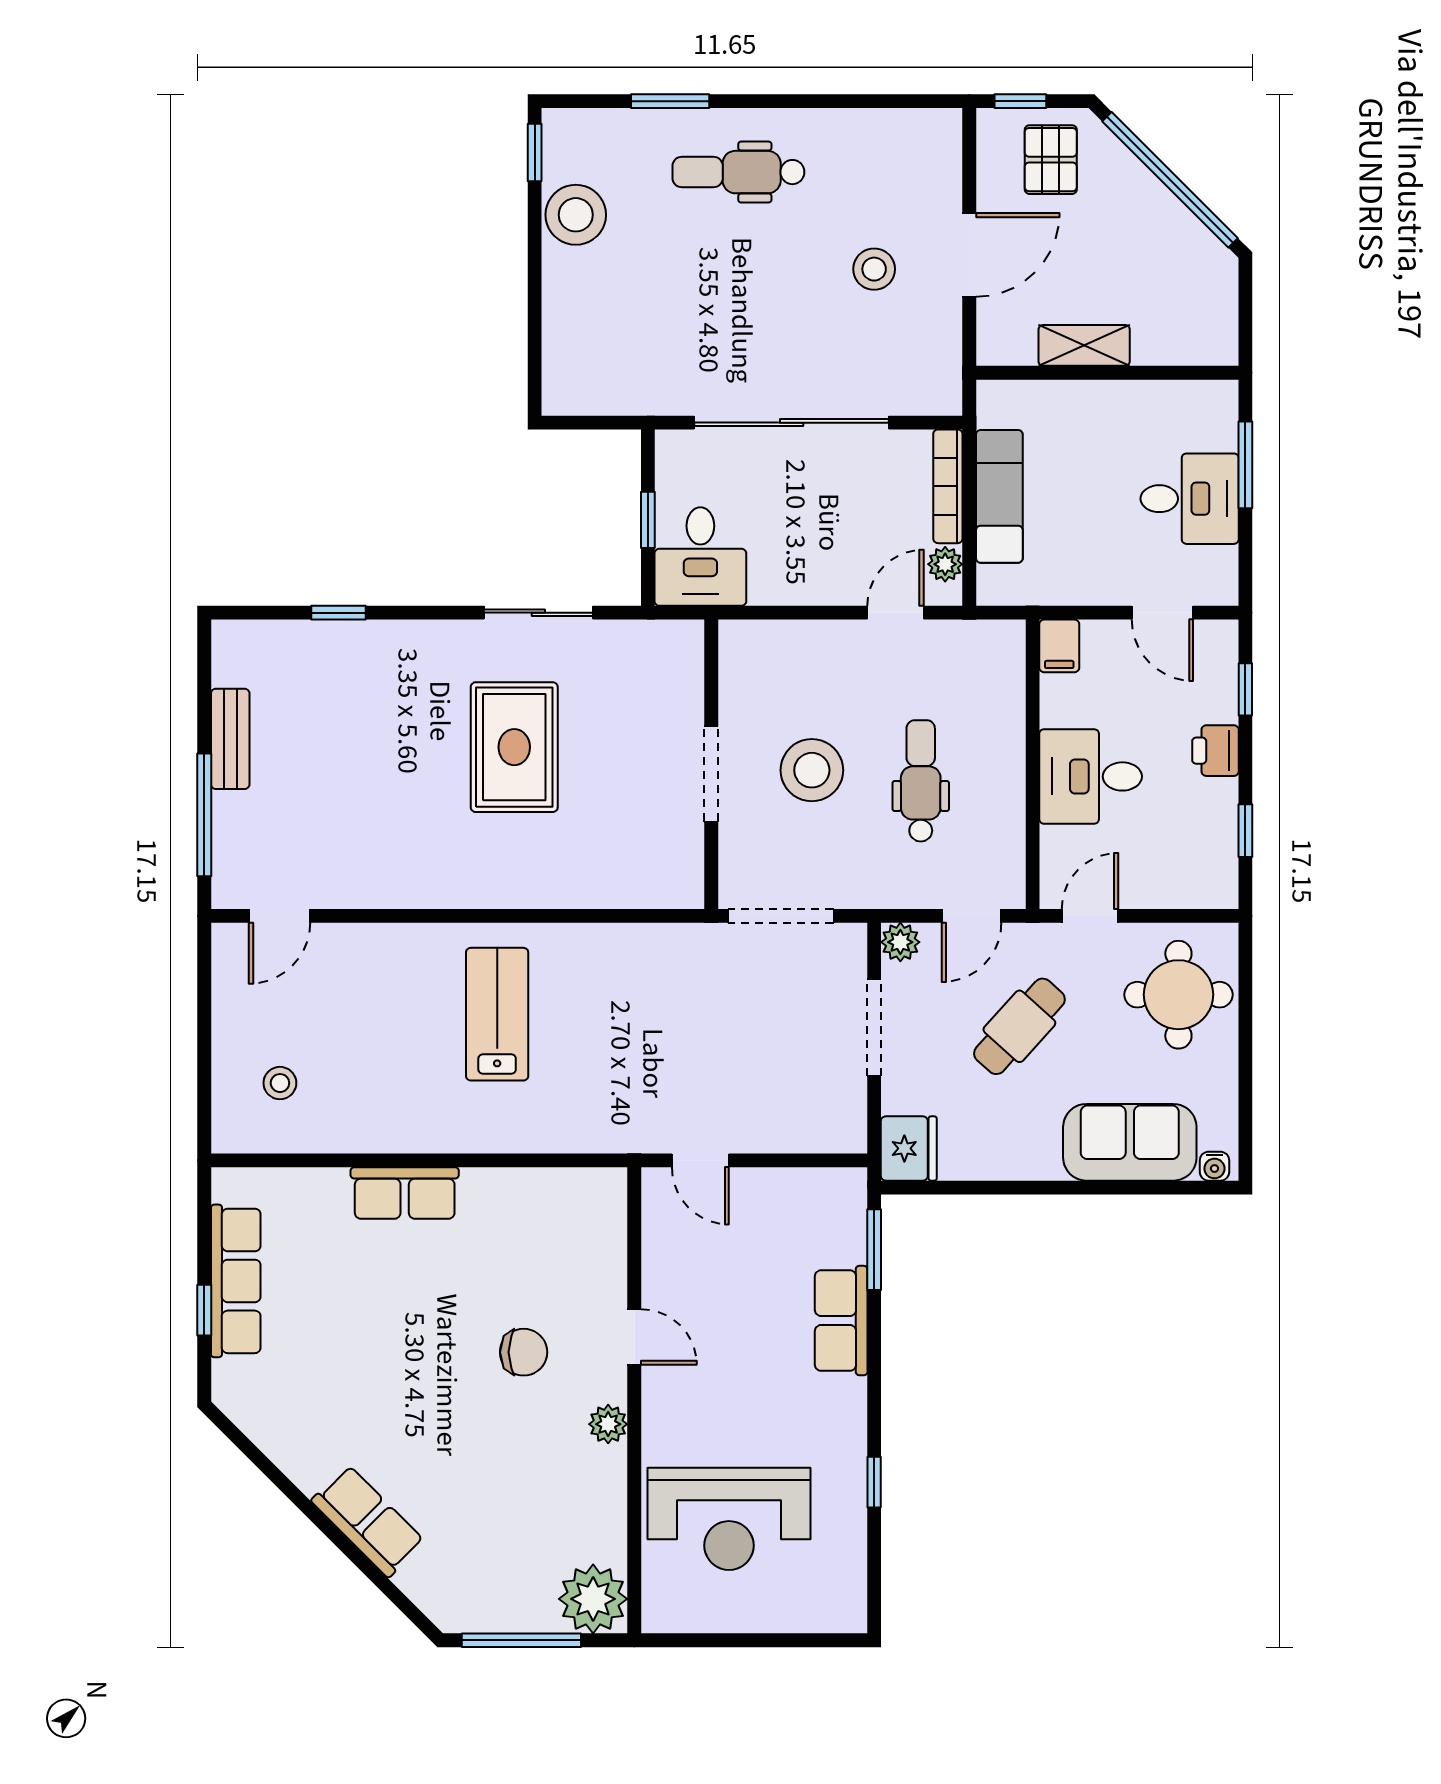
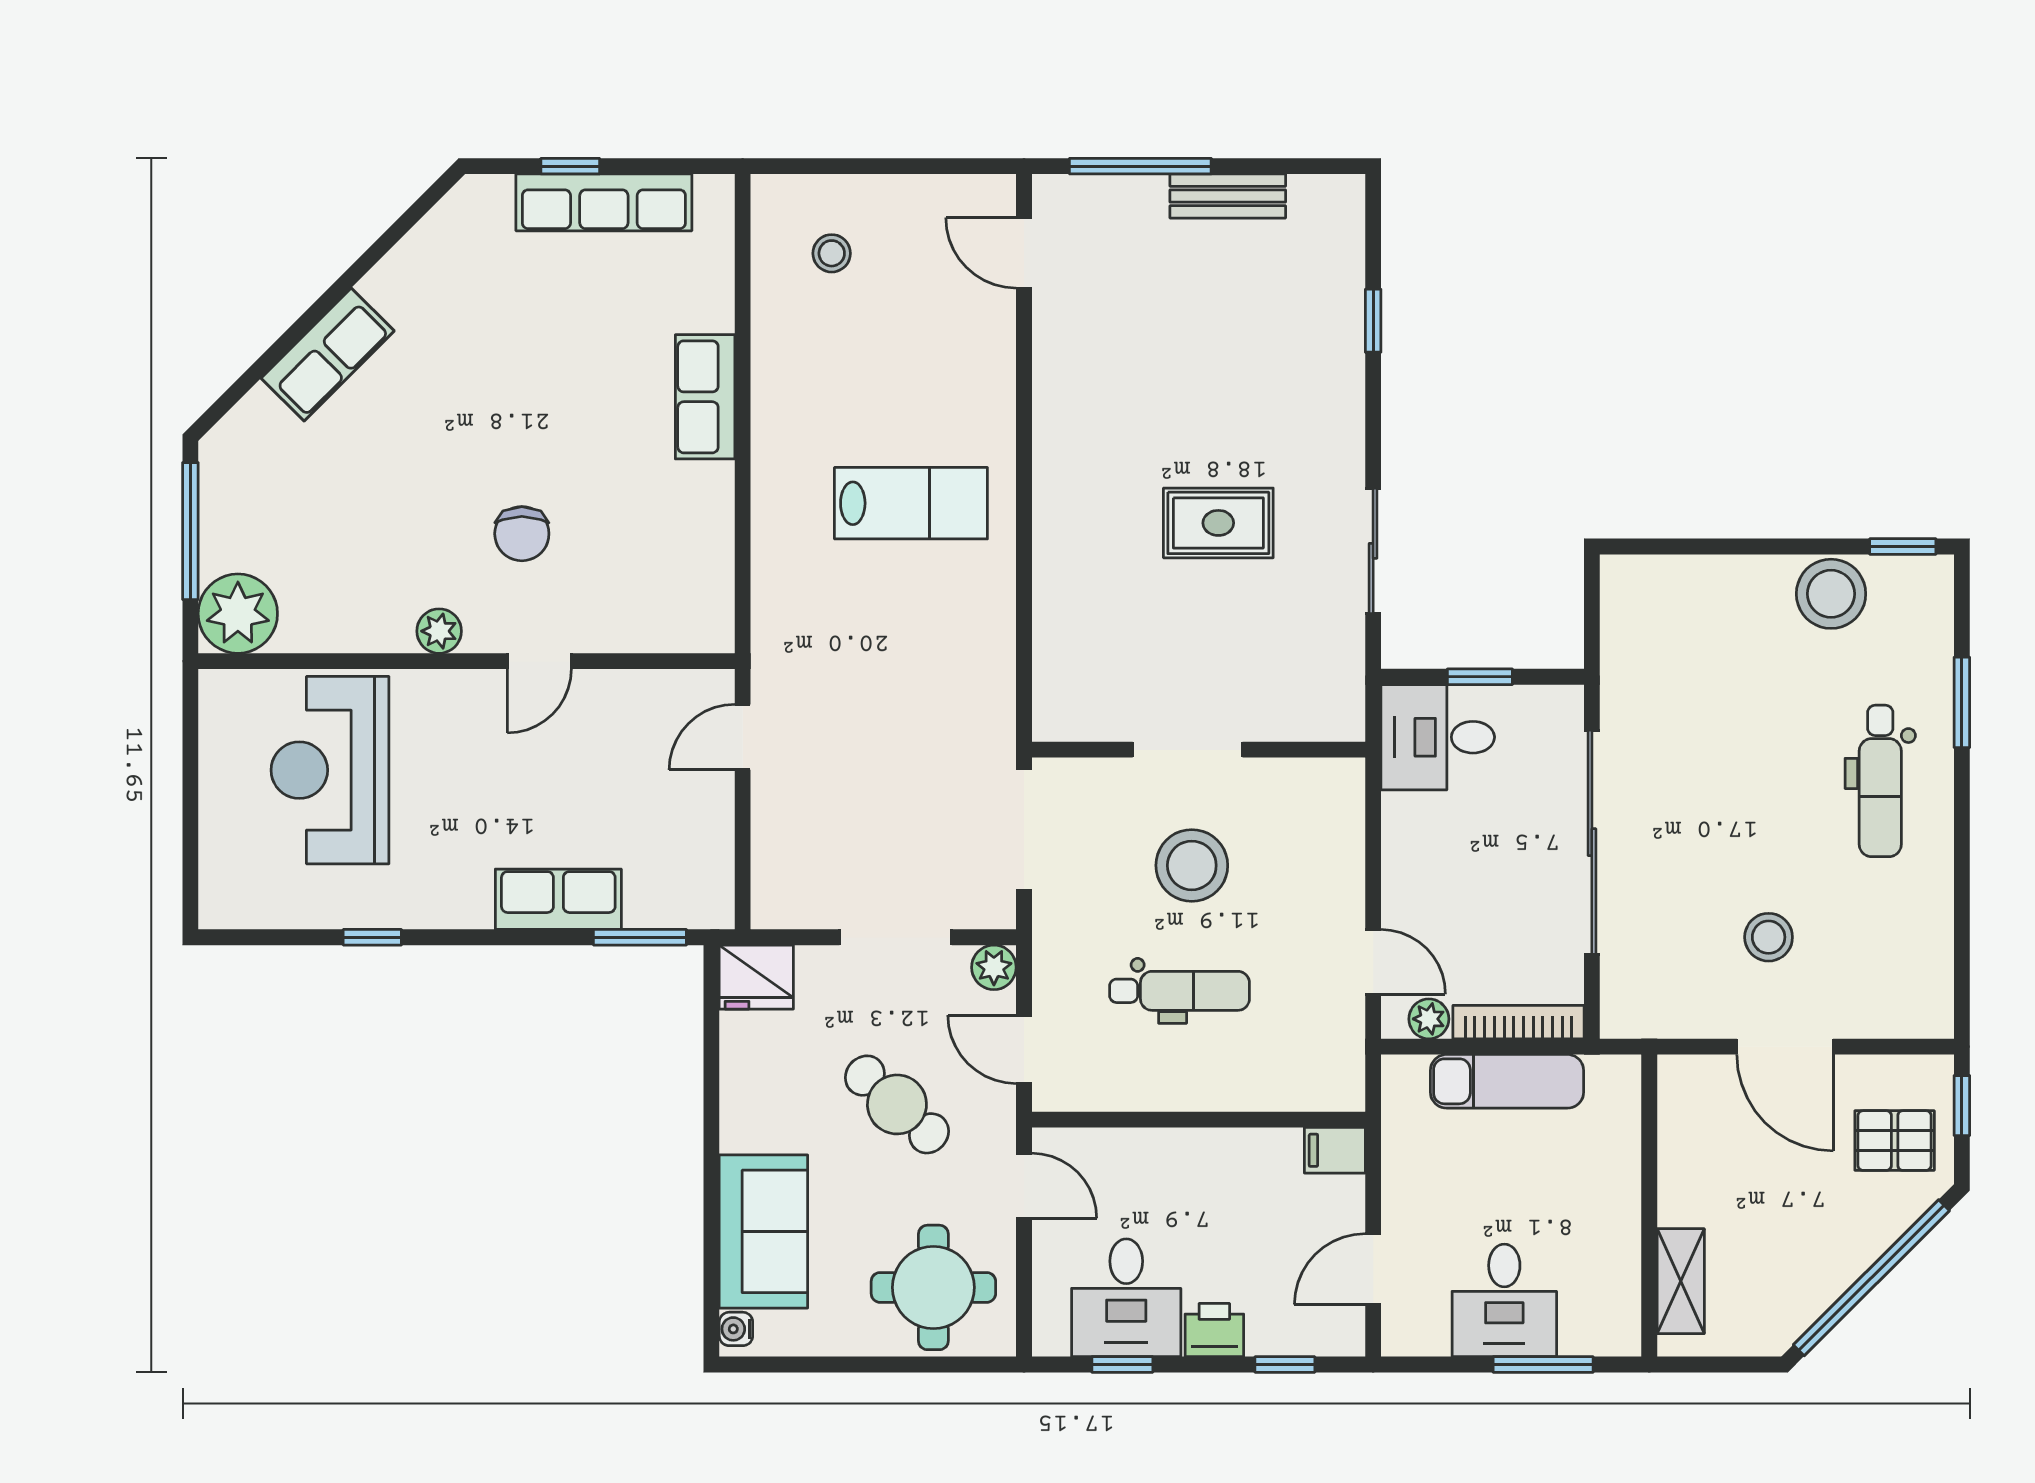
dental chair: (738, 172) -> (1880, 781), turned 180
shelving: (1084, 345) -> (1681, 1281), moved
rug: (514, 747) -> (1218, 523), width x0.73, depth x0.70
desk: (1091, 776) -> (1126, 1298), moved, turned 180

